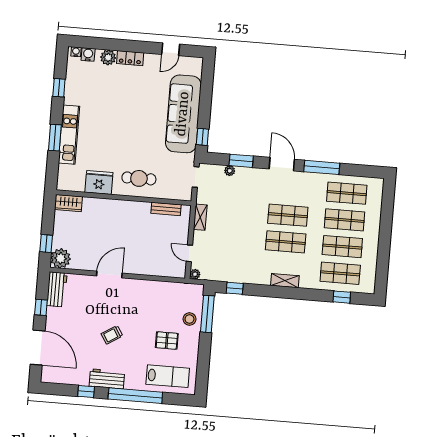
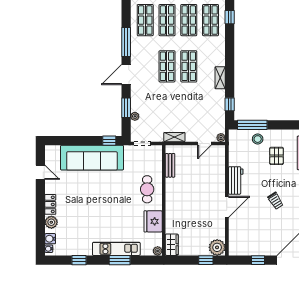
plant: (62, 185) -> (158, 251), added
door: (109, 275) -> (227, 207), swing flipped
shelving: (285, 281) -> (220, 78), moved
workbench: (57, 289) -> (236, 180), moved, turned 90

